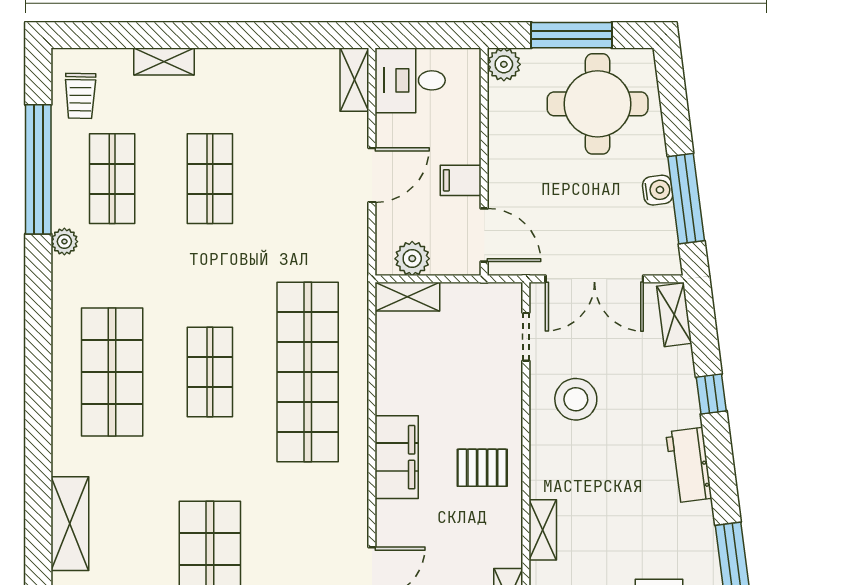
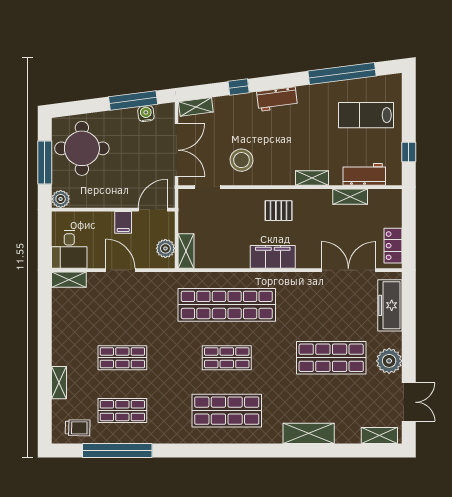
water cooler: (658, 190) -> (146, 114), moved
plant: (64, 242) -> (156, 436), removed
pallet: (482, 468) -> (279, 211), turned 90

